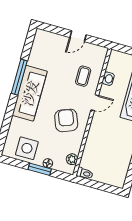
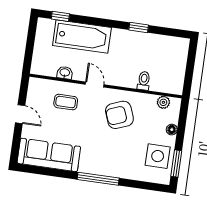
window: (19, 77) -> (98, 179), moved
sofa: (30, 93) -> (49, 155), moved
window: (40, 169) -> (176, 164), moved
toilet: (85, 173) -> (144, 81), moved

